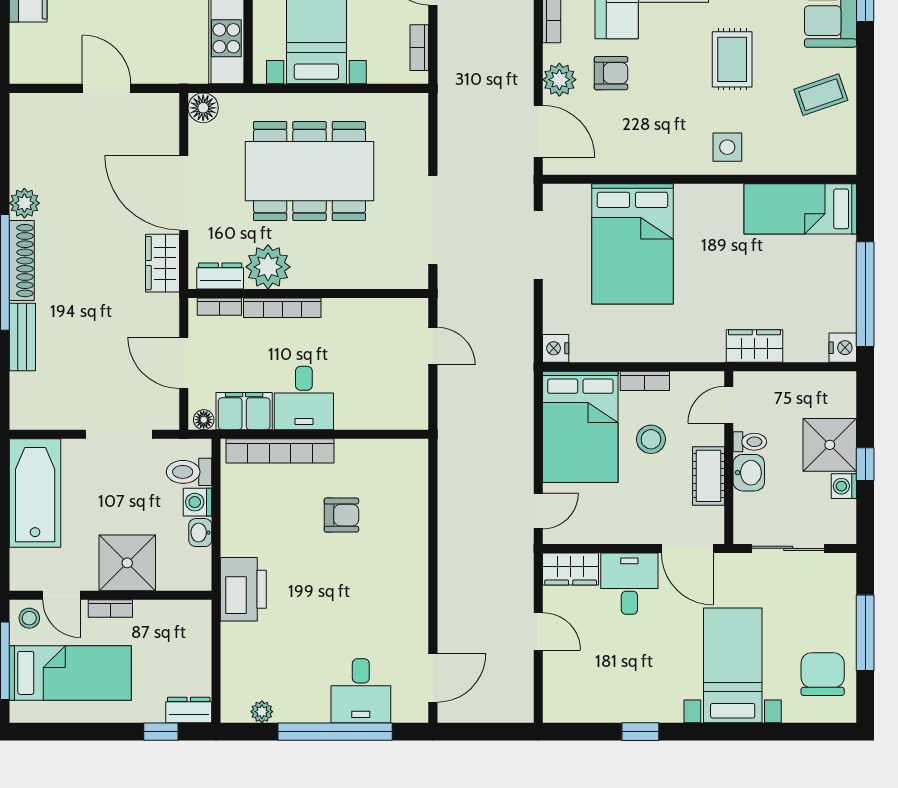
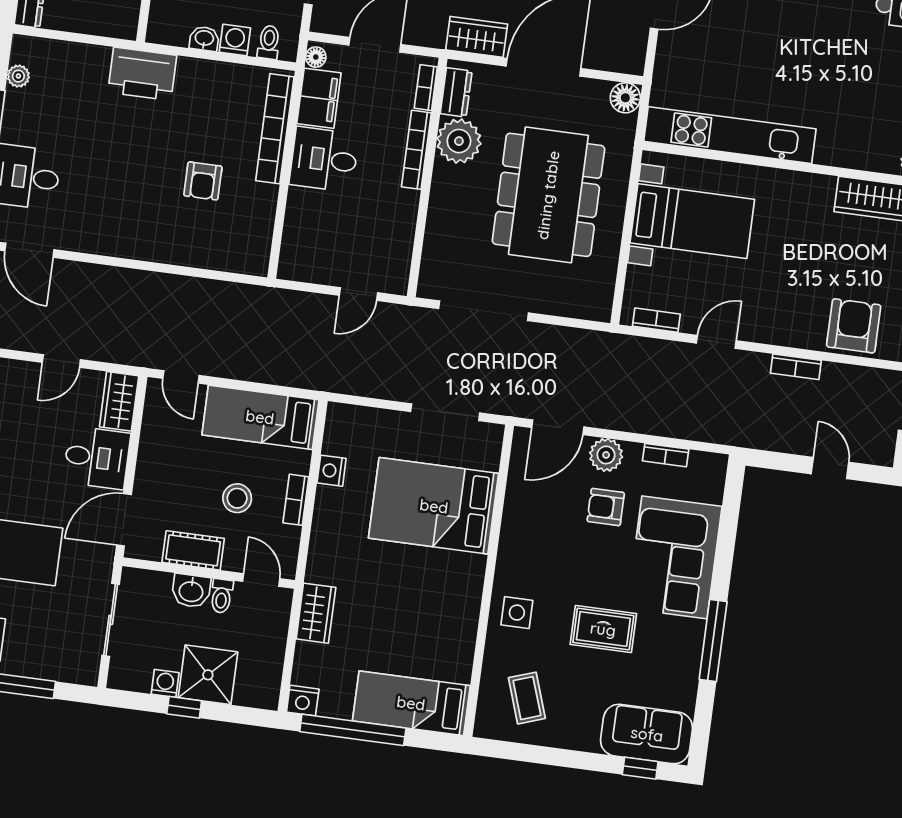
armchair: (611, 73) -> (606, 507), turned 90
coffee table: (821, 95) -> (527, 698), moved
bed: (800, 209) -> (411, 703), moved, turned -90
nightstand: (556, 348) -> (332, 471), moved, turned -90
bed: (580, 427) -> (260, 417), width x0.67
toilet: (189, 472) -> (269, 42), width x0.73, depth x0.72

